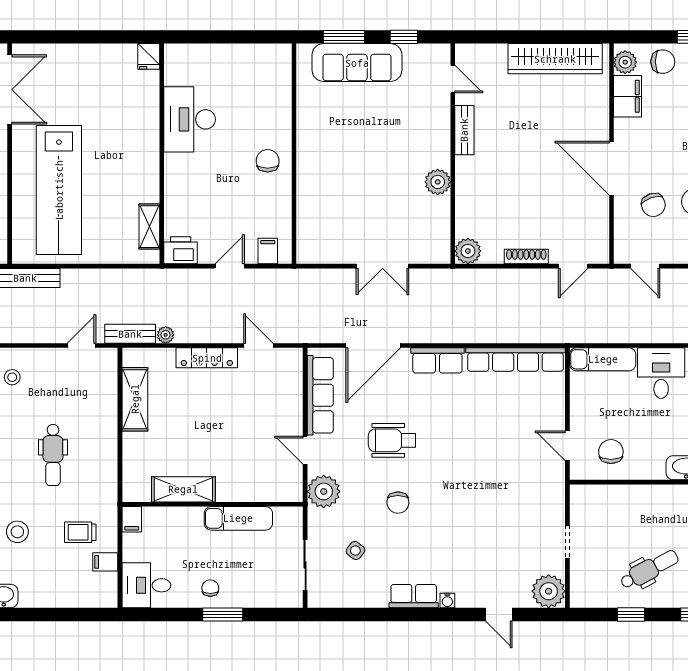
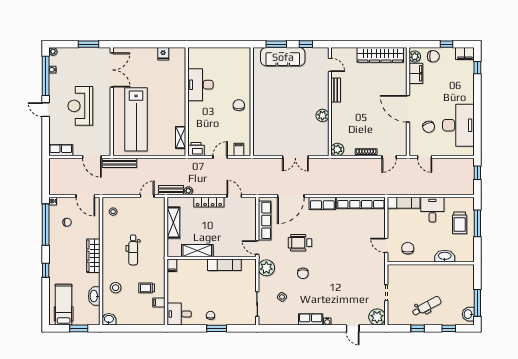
fridge: (149, 56) -> (163, 54), moved
shelving: (183, 489) -> (197, 251), moved
wall: (212, 504) -> (212, 258), moved
exam couch: (238, 518) -> (224, 265), moved
filing cabinet: (132, 519) -> (172, 265), moved

